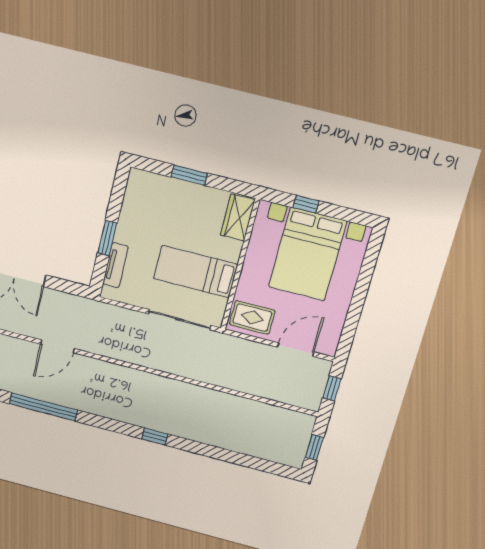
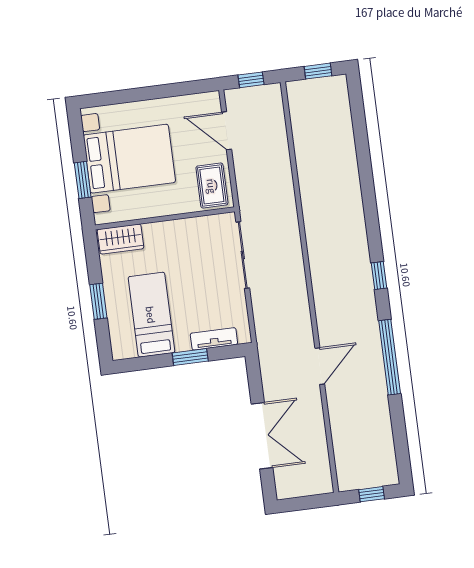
window: (306, 204) -> (83, 180), width x1.50
bed: (196, 272) -> (151, 315), moved, turned 180
door: (57, 346) -> (320, 366), hinge flipped
window: (155, 437) -> (379, 275), moved

